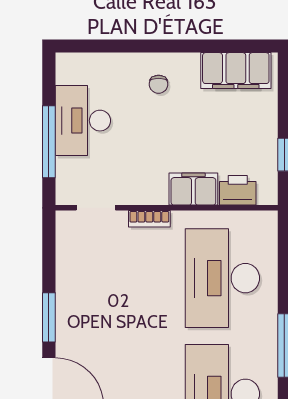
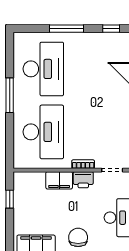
chair: (159, 84) -> (78, 237), width x1.87, depth x1.87
printer: (238, 190) -> (83, 180), moved

